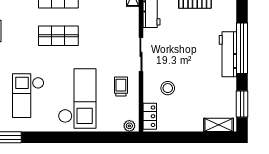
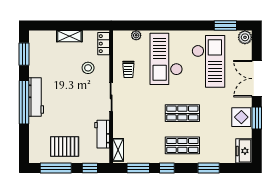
checkout: (28, 96) -> (208, 61), width x1.36, depth x1.21
shelving: (219, 125) -> (69, 36), moved
plant: (129, 126) -> (136, 35), moved

